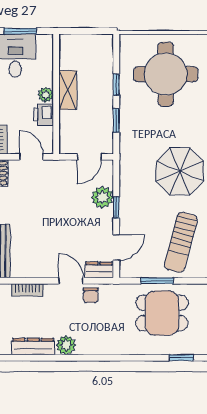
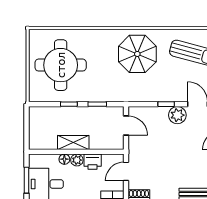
floor lamp: (47, 79) -> (64, 159), added
plant: (102, 197) -> (177, 115), moved

